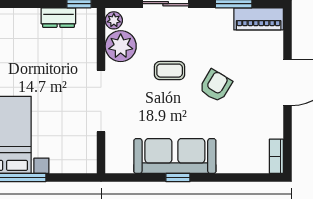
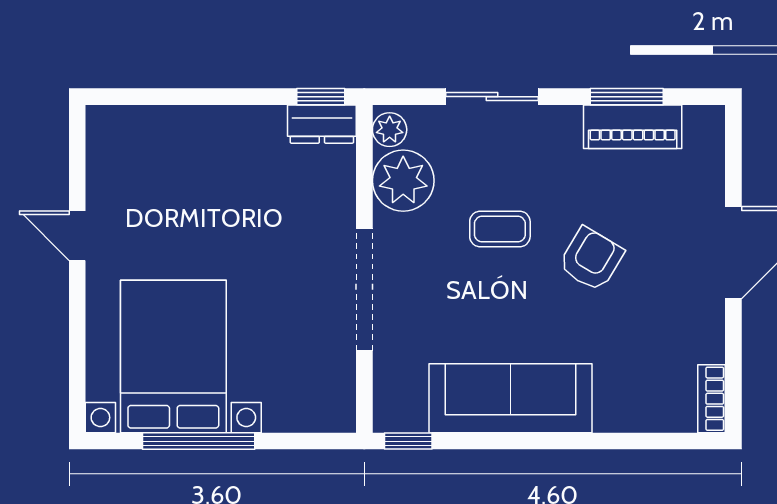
dresser: (58, 18) -> (322, 124), moved
piano: (259, 19) -> (633, 127), moved
window: (178, 178) -> (408, 441), moved

